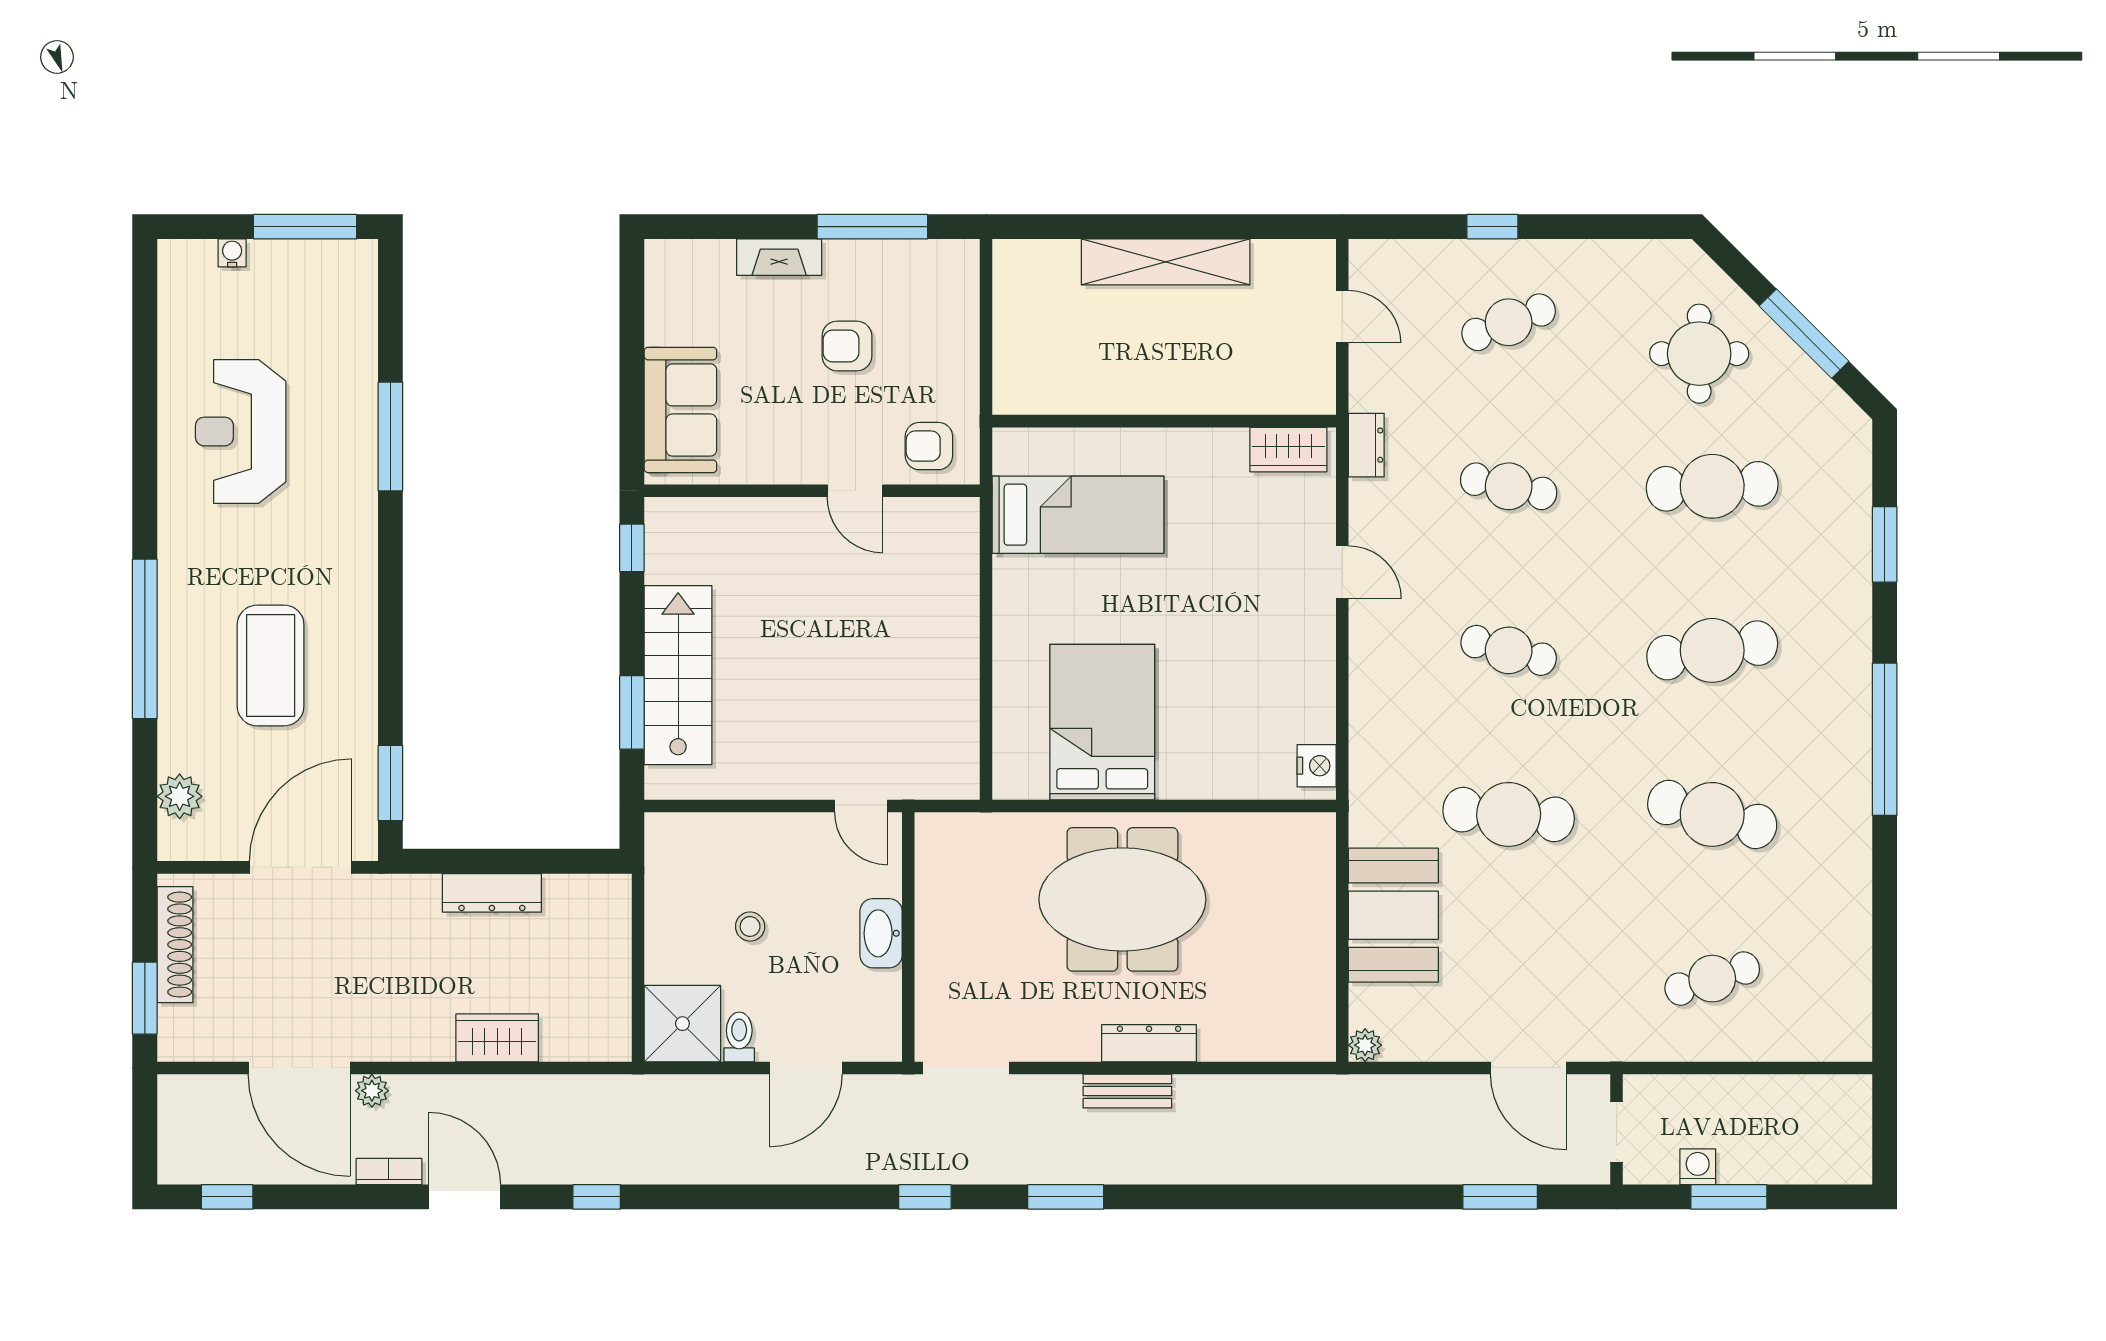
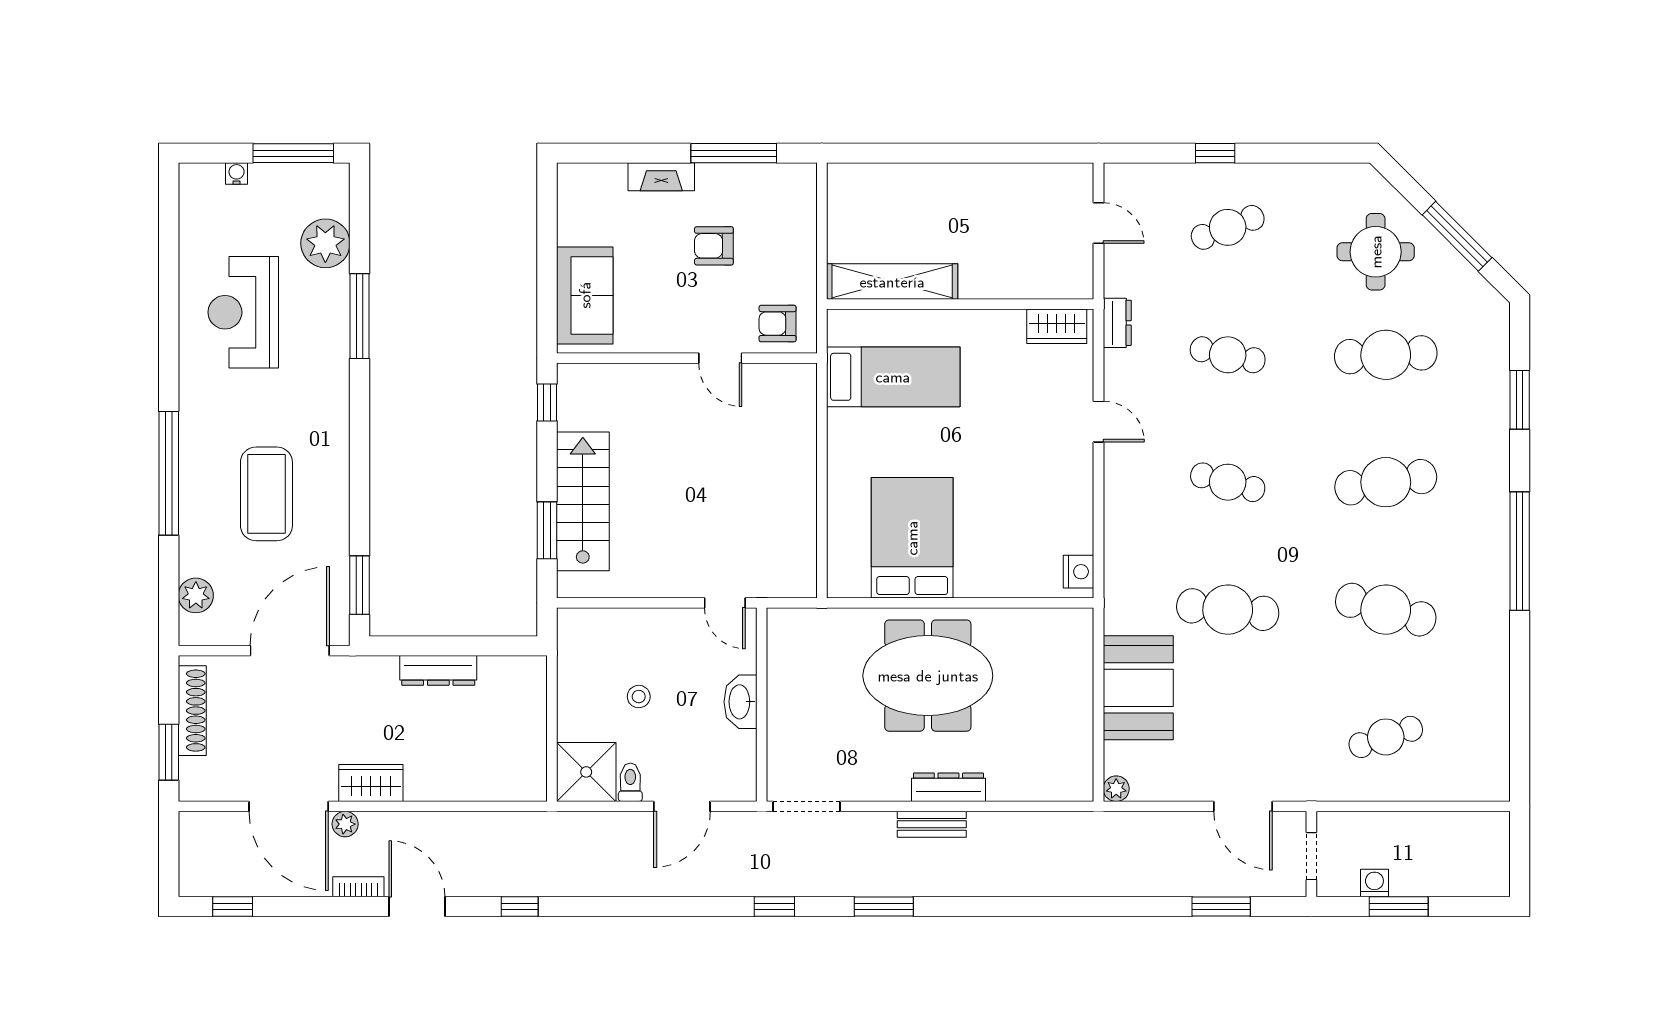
shelving: (1166, 262) -> (892, 282), moved
plant: (347, 343) -> (325, 243), added
wardrobe: (497, 1038) -> (371, 783), moved

